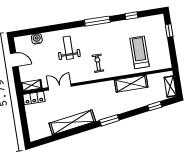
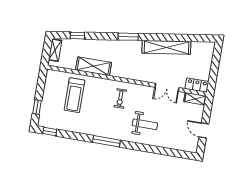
window: (131, 16) -> (50, 132), moved
water cooler: (37, 39) -> (174, 144), removed
weight bench: (68, 48) -> (145, 124), turned -90

